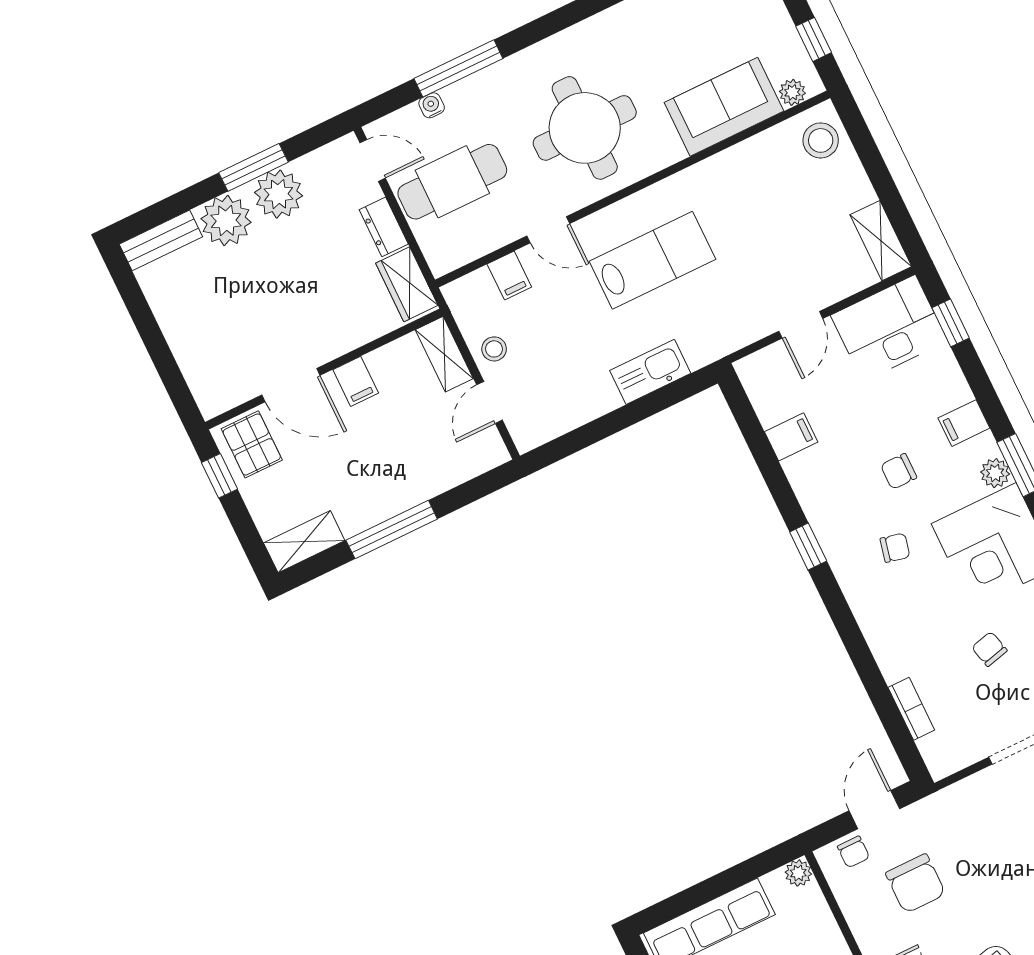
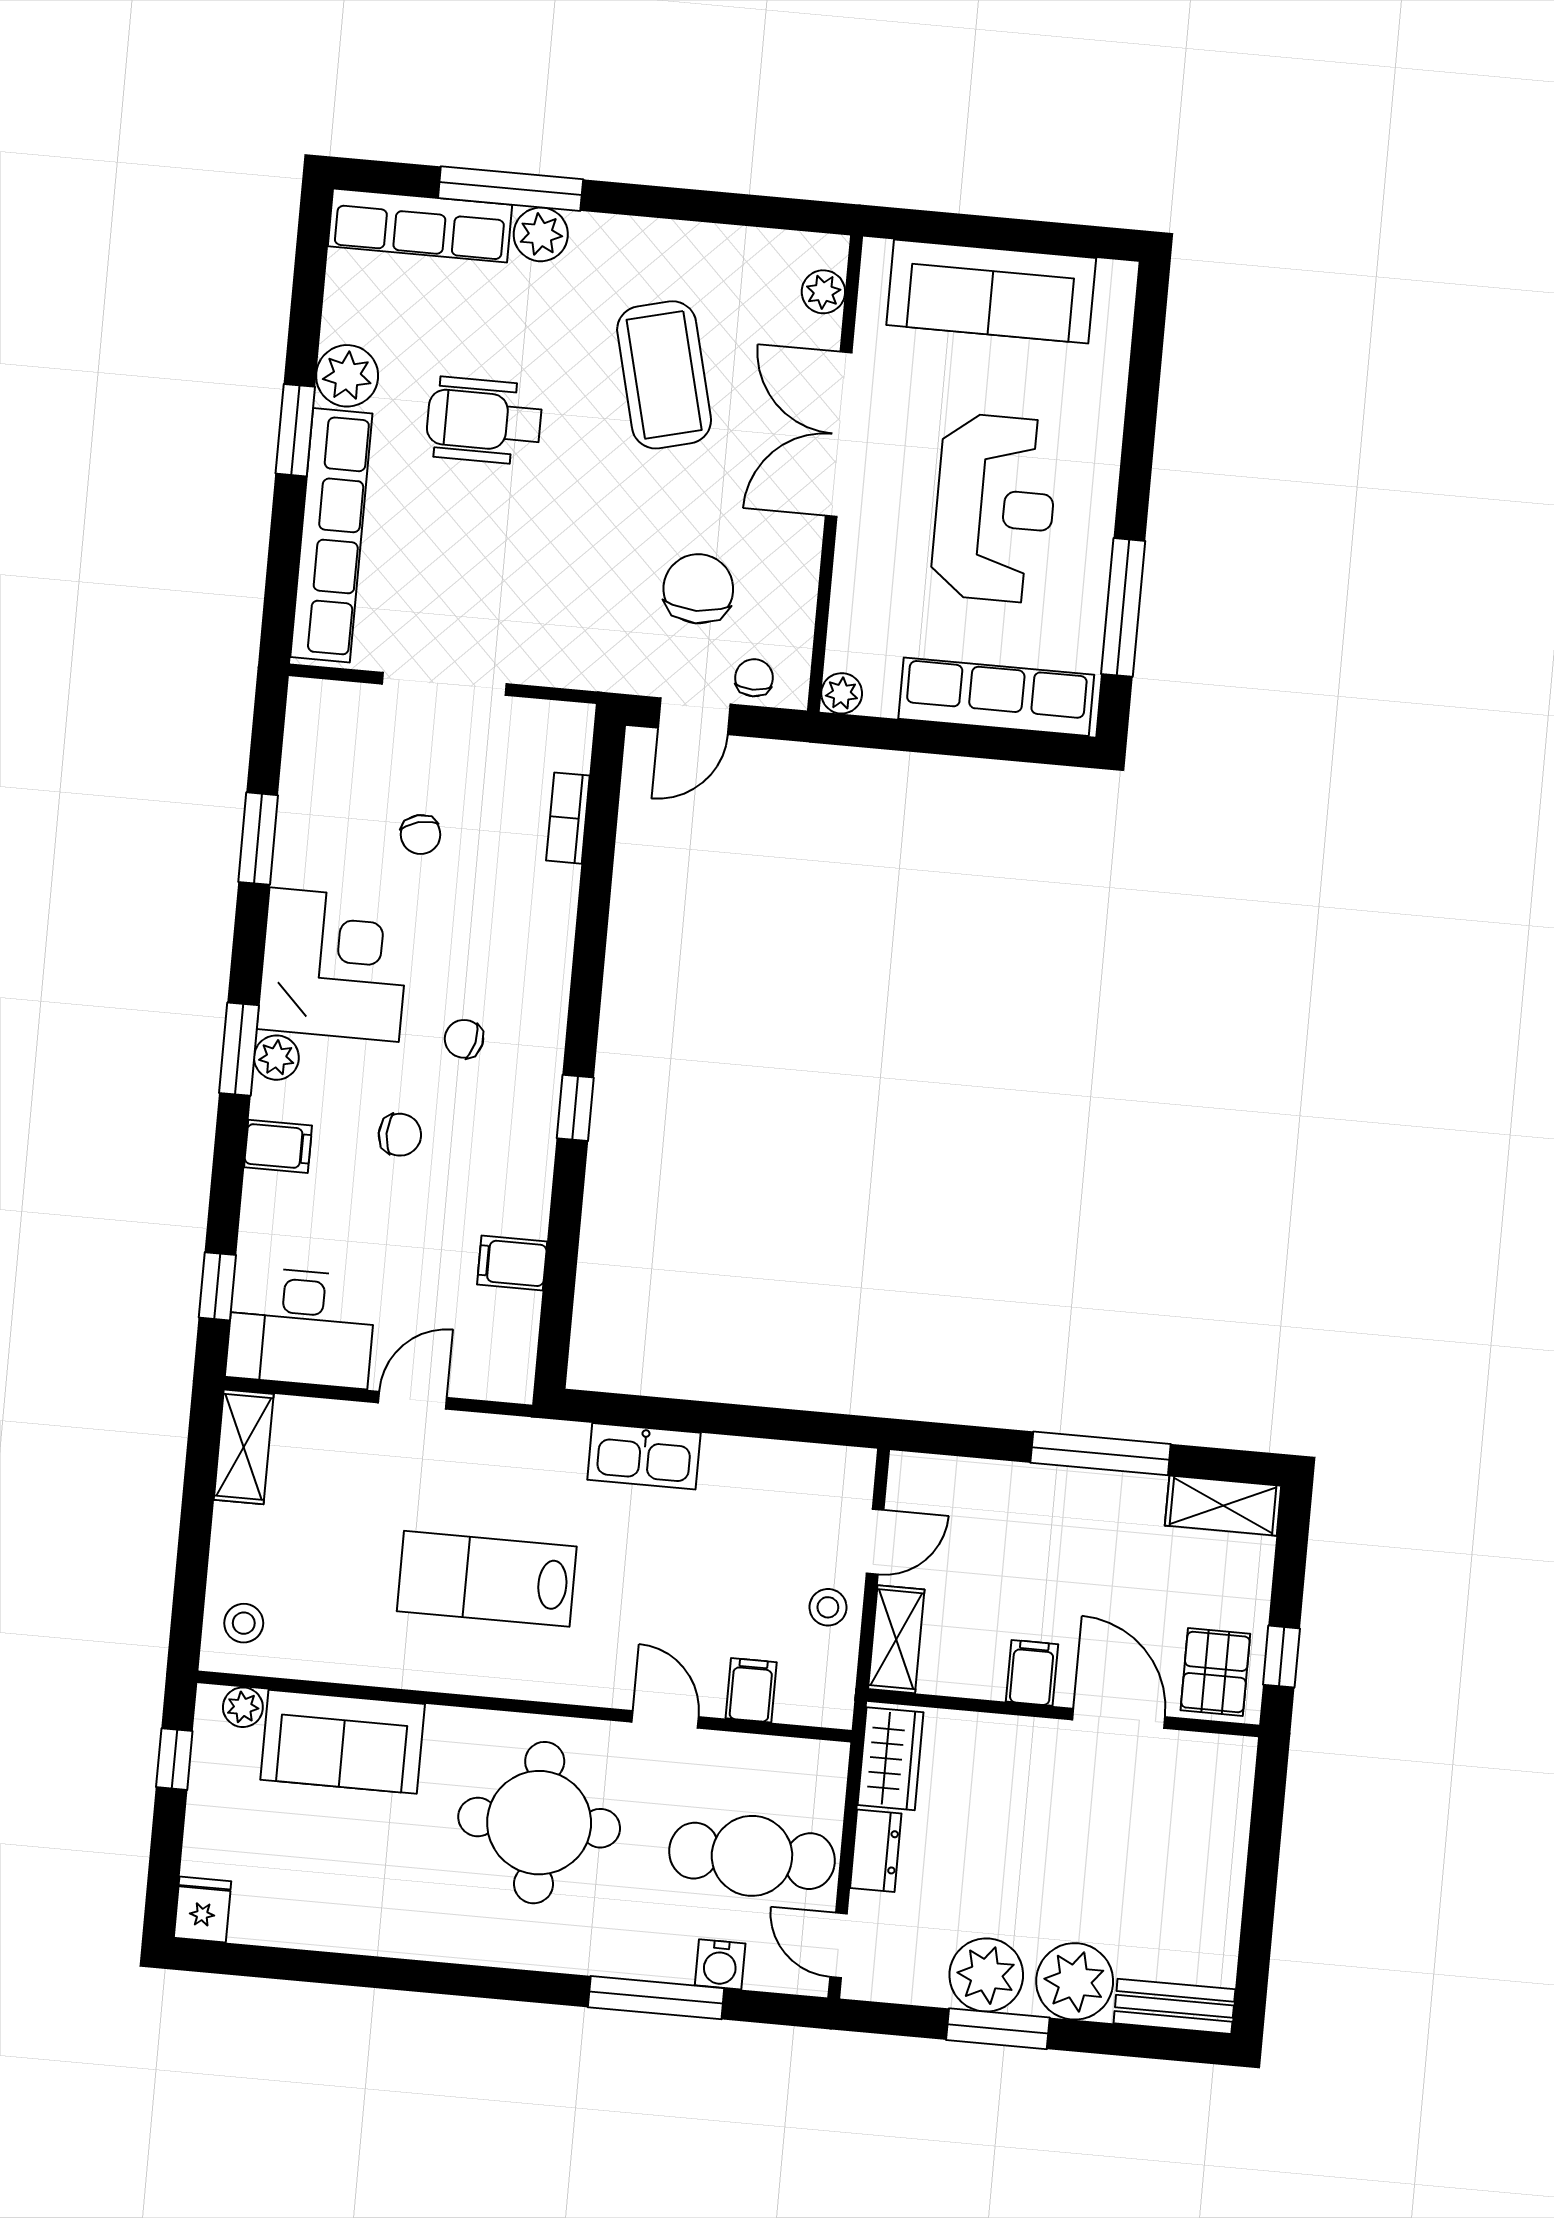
water cooler: (432, 105) -> (720, 1964), width x1.38, depth x1.38
stool: (821, 140) -> (244, 1623), width x0.73, depth x0.73
lab bench: (652, 260) -> (487, 1579), moved

